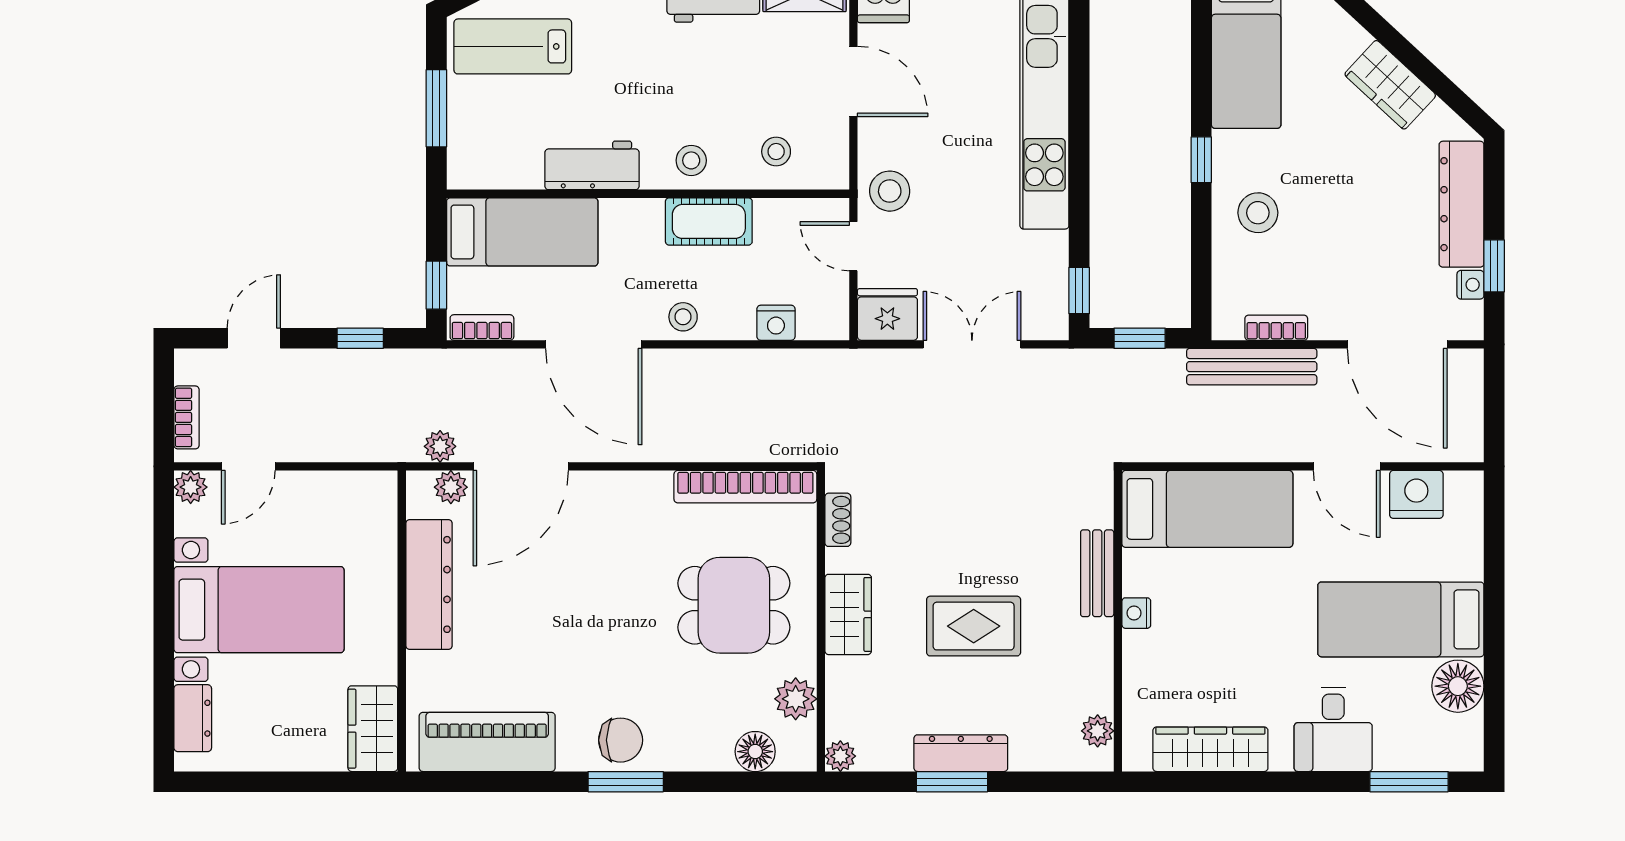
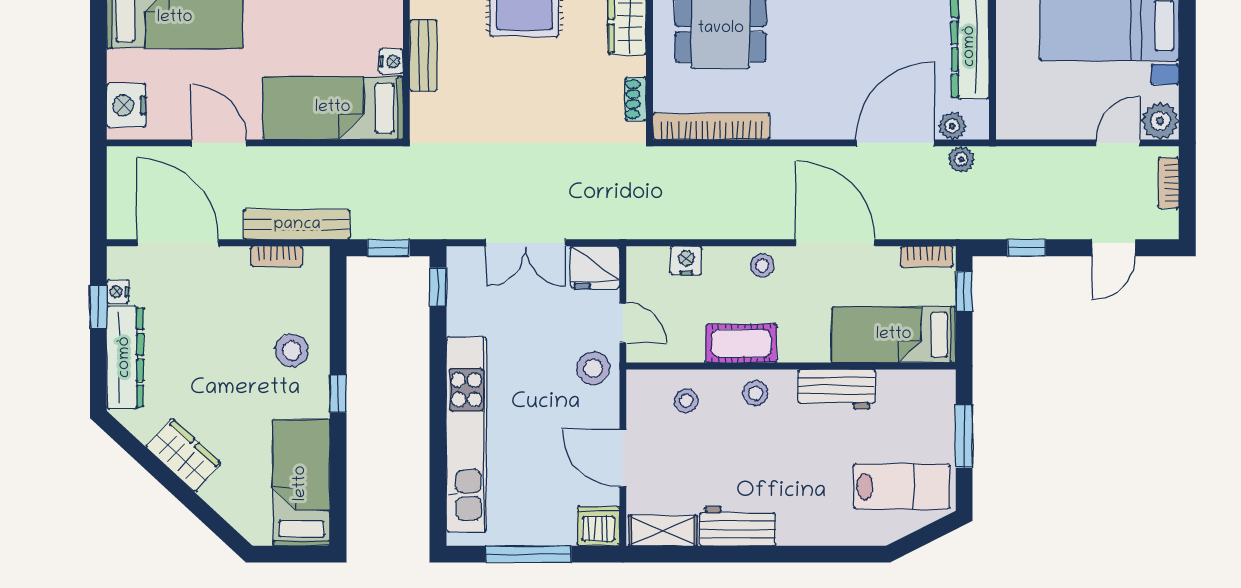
plant: (191, 487) -> (1160, 121), width x1.38, depth x1.38
nightstand: (1416, 494) -> (126, 106), moved, turned 90
nightstand: (1136, 613) -> (391, 61), moved

